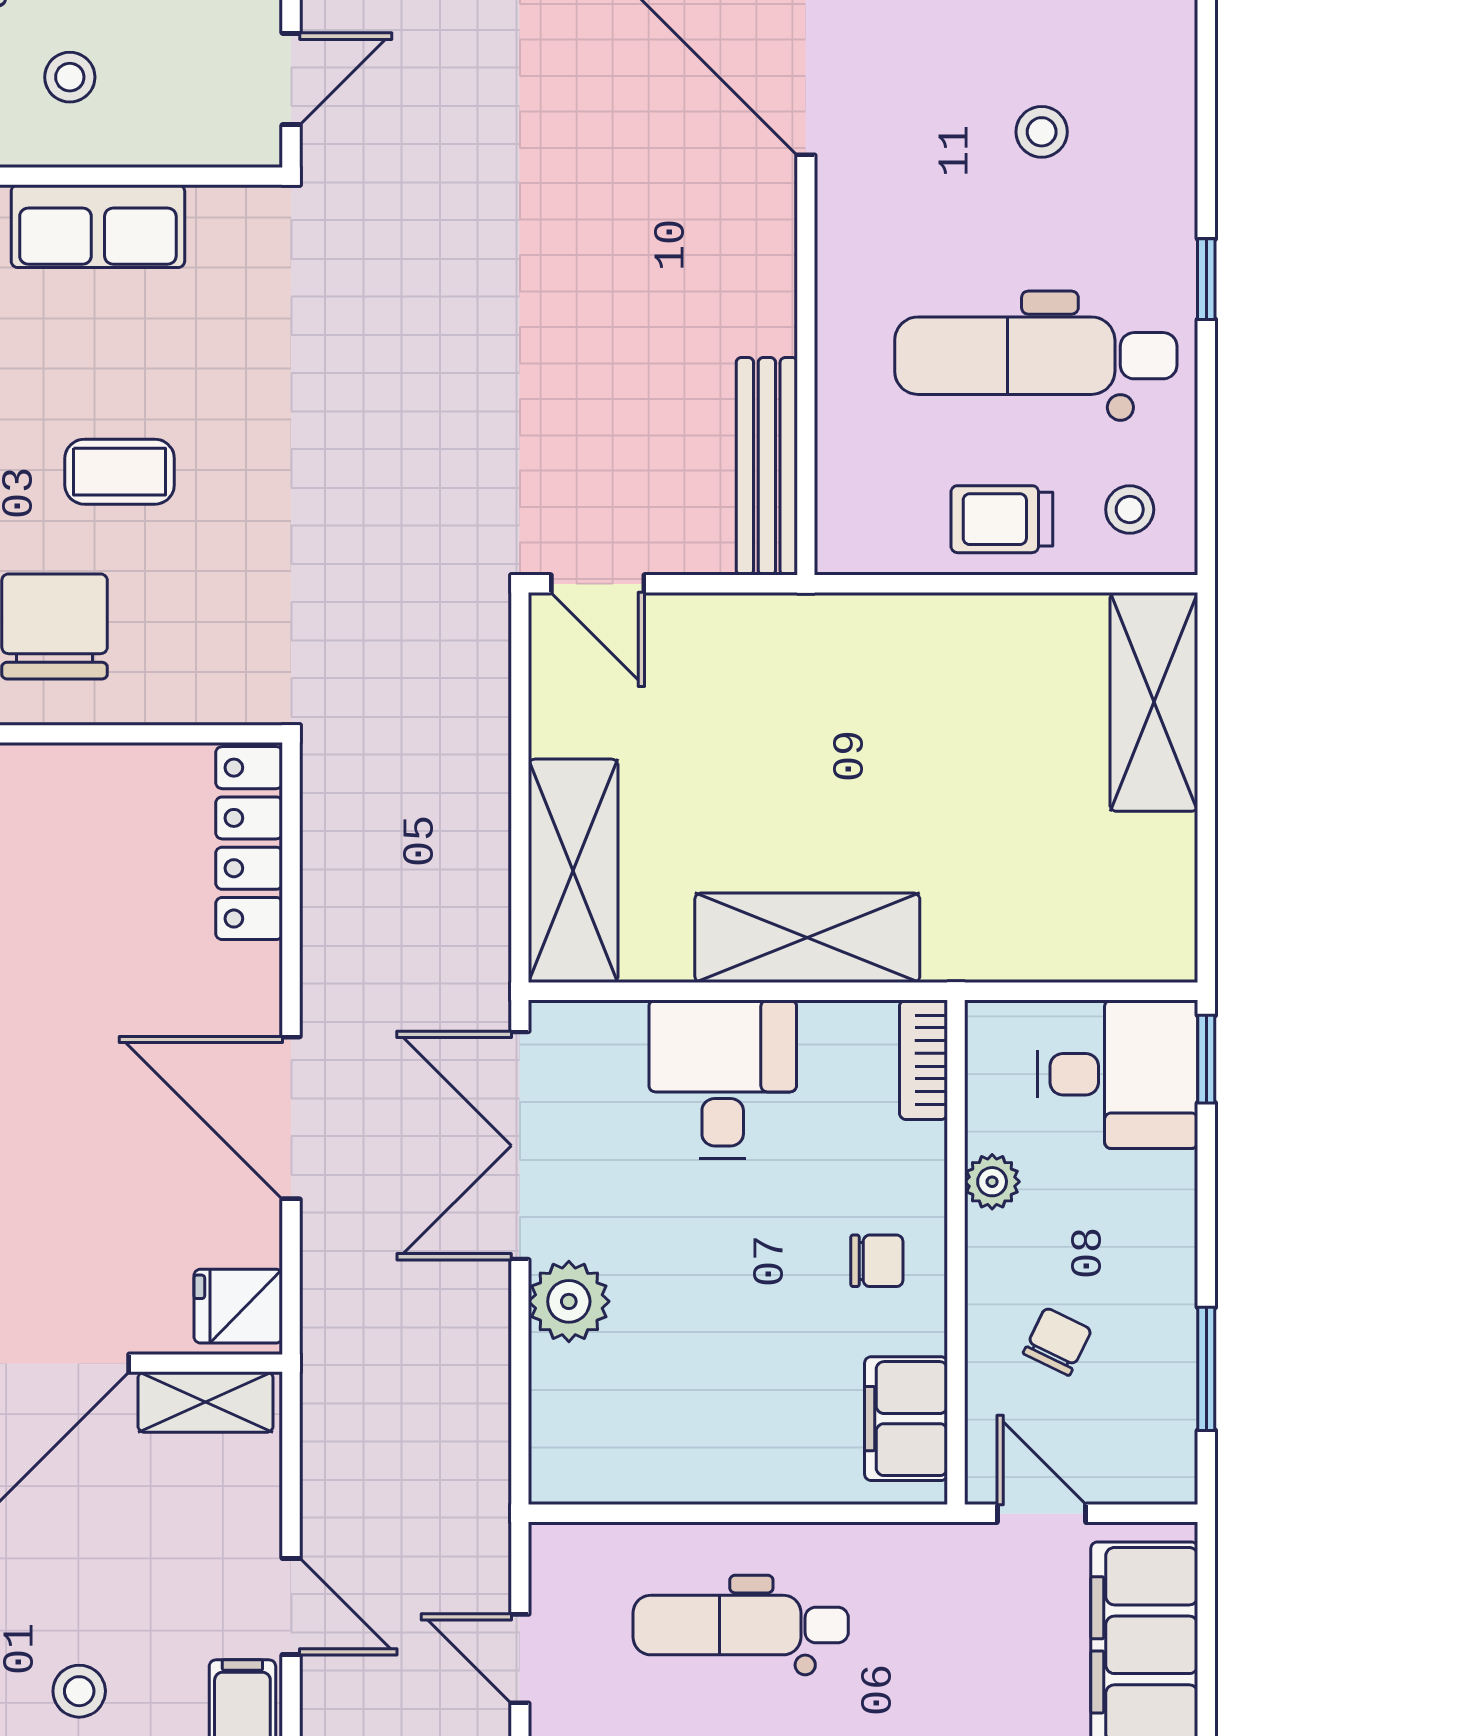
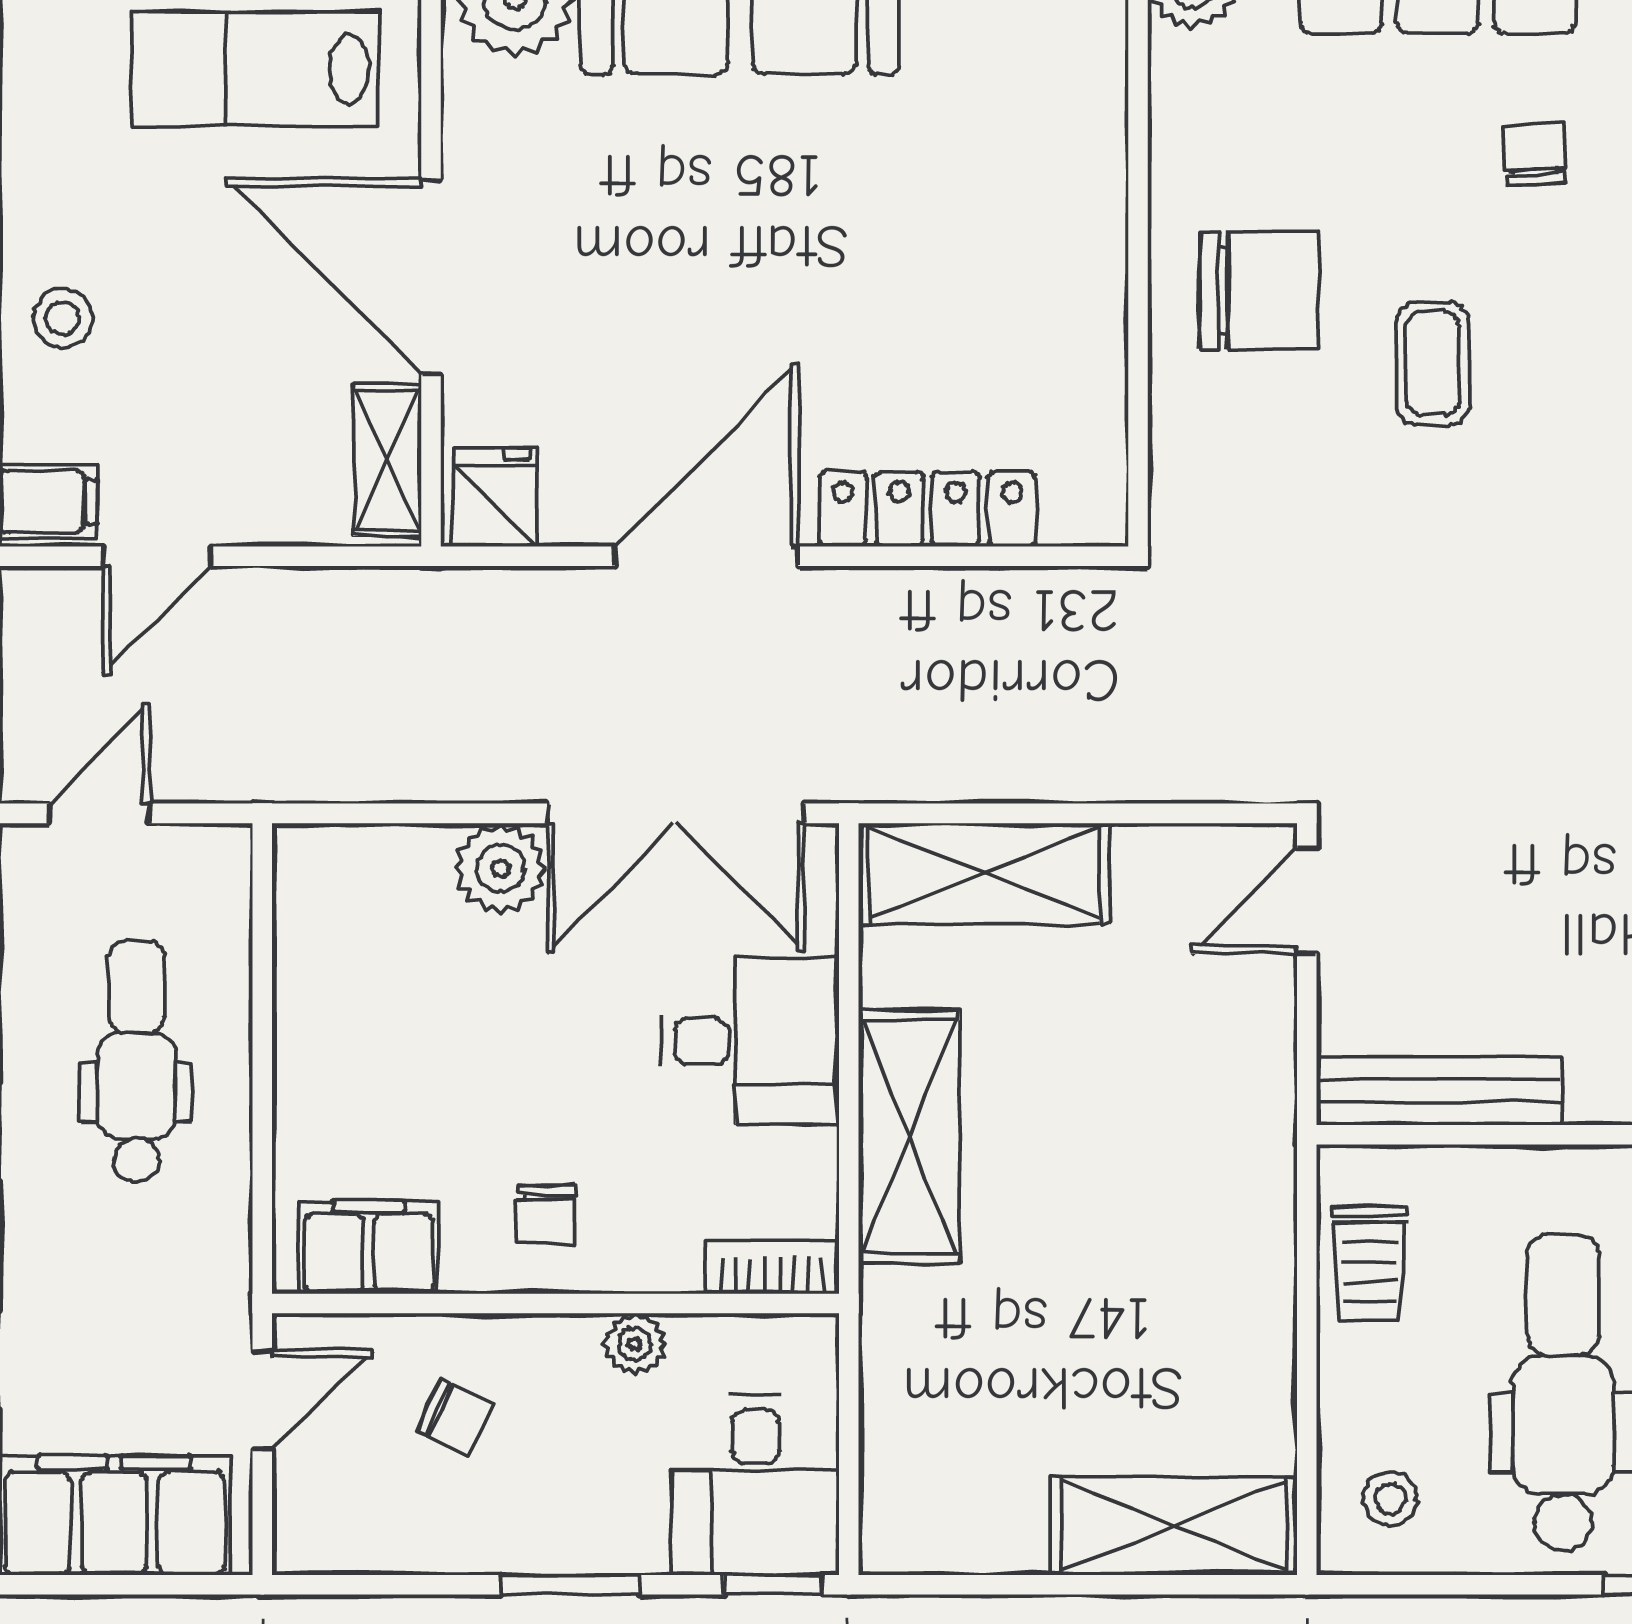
trolley: (1002, 519) -> (1369, 1263), moved, turned 180
locker: (249, 843) -> (927, 509), moved
double door: (520, 1146) -> (676, 813), swing flipped
window: (1206, 1369) -> (570, 1585), moved

